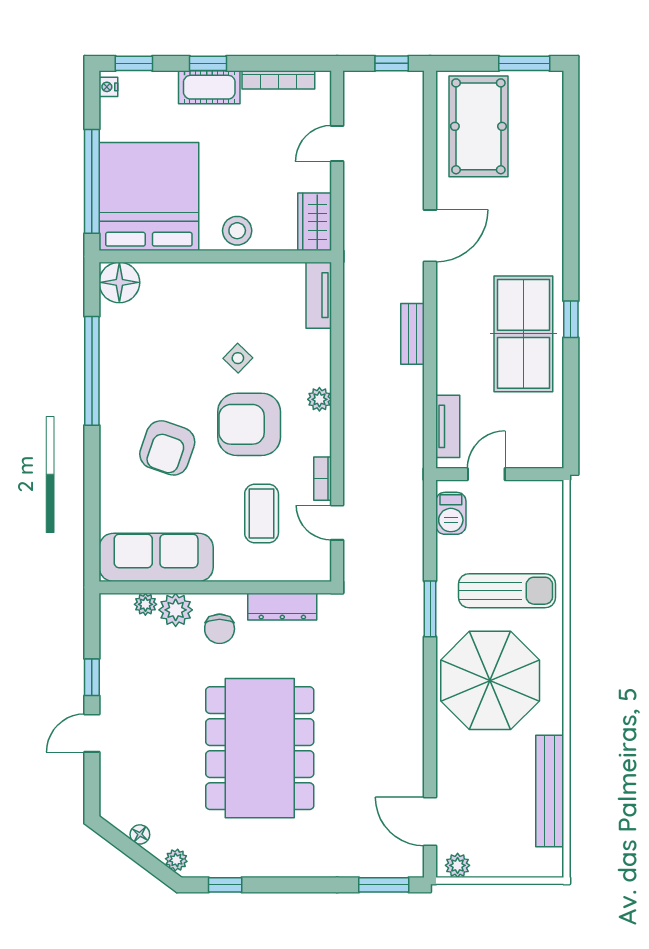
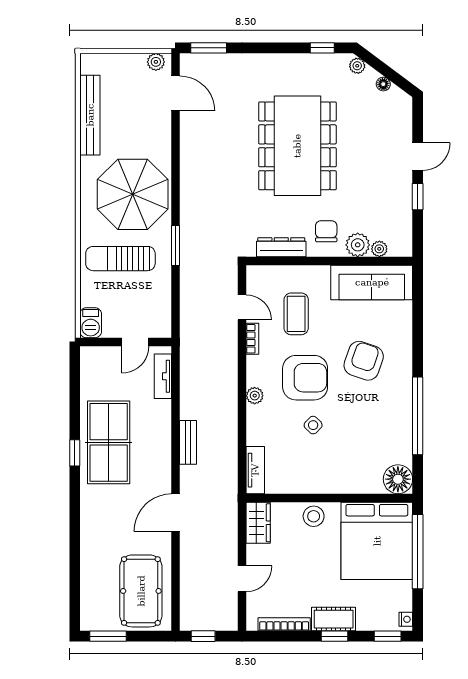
barbecue: (451, 513) -> (91, 323), moved, turned 180

